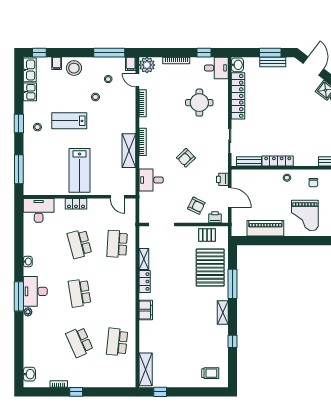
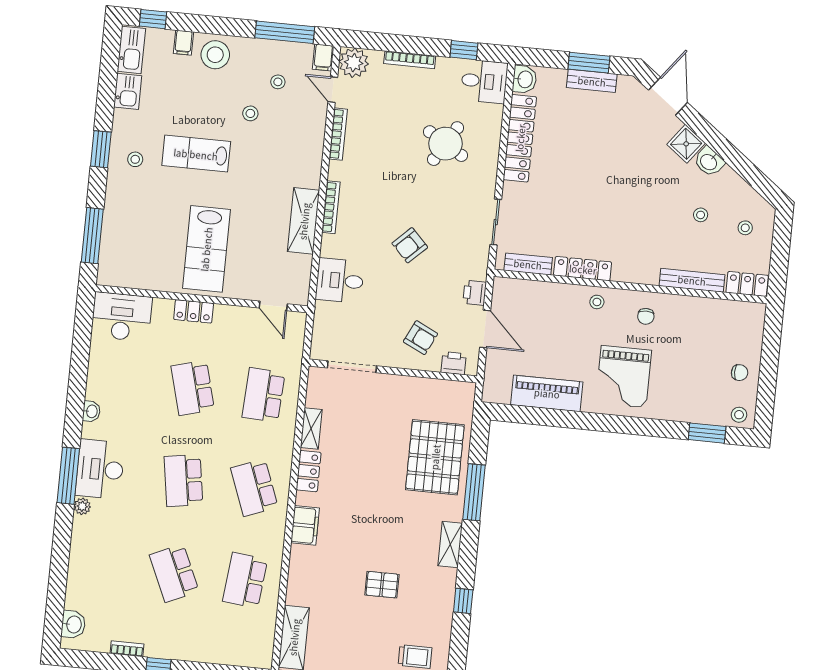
round table: (199, 103) -> (446, 144), turned 31
pallet: (207, 235) -> (382, 585), moved
school desk: (117, 293) -> (254, 488), added

